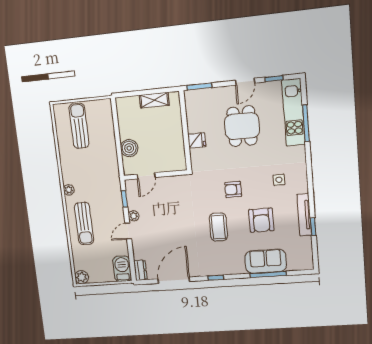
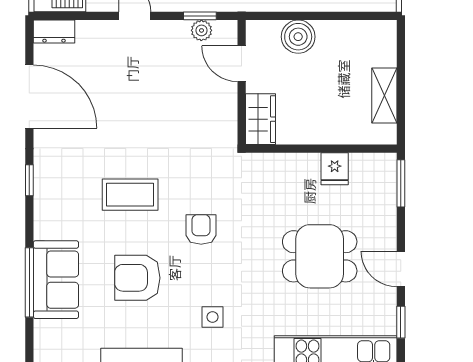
fridge: (197, 140) -> (335, 169), moved
wardrobe: (173, 164) -> (260, 119), added
plant: (134, 216) -> (201, 30), moved

